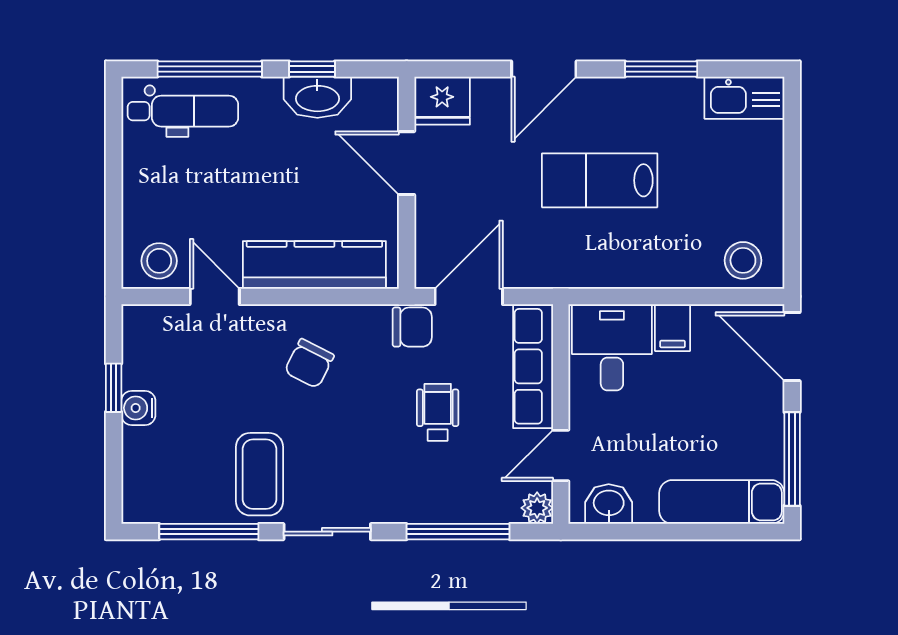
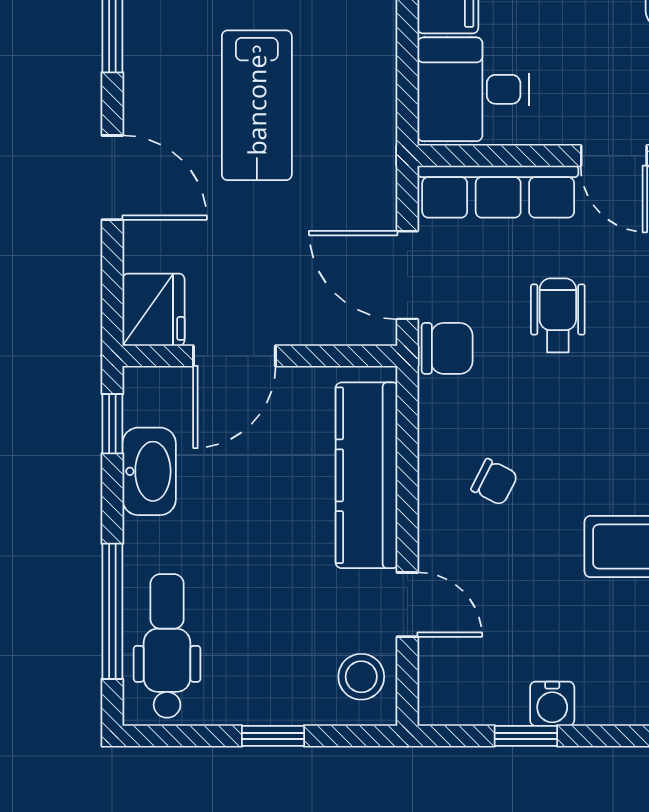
window: (312, 69) -> (112, 424), moved
window: (114, 193) -> (273, 736), added
door: (215, 296) -> (407, 605), swing flipped
chair: (412, 327) -> (447, 348), turned 90
chair: (309, 364) -> (494, 482), width x0.73, depth x0.73
wheelchair: (438, 412) -> (558, 315), turned 90

